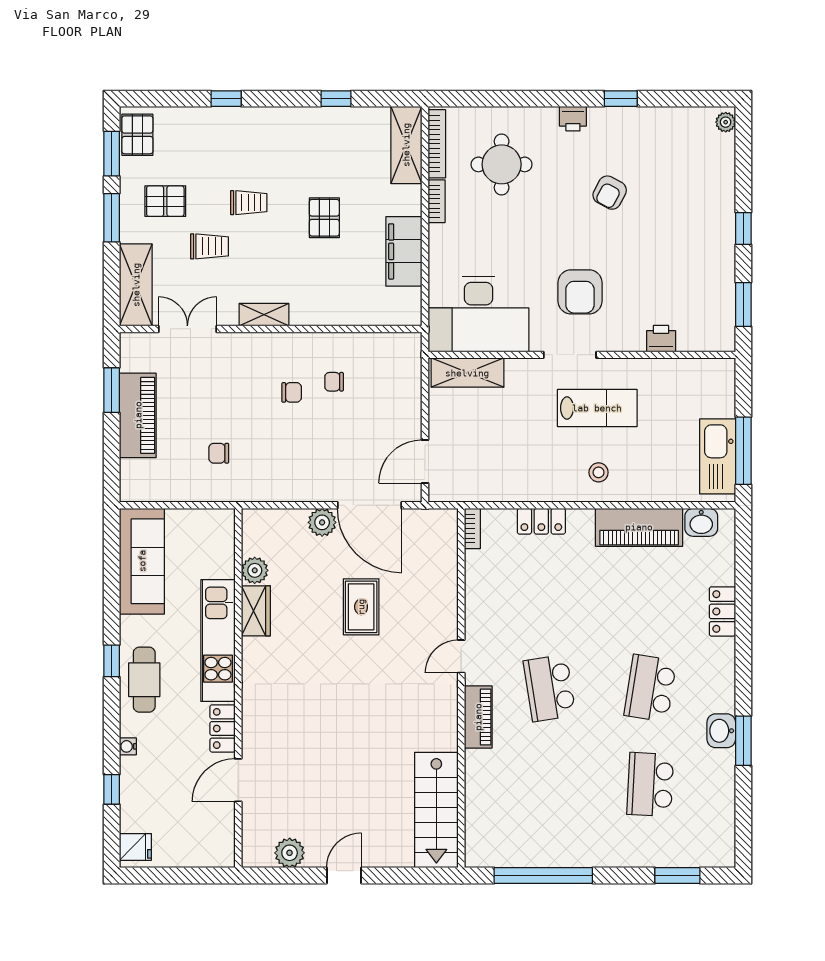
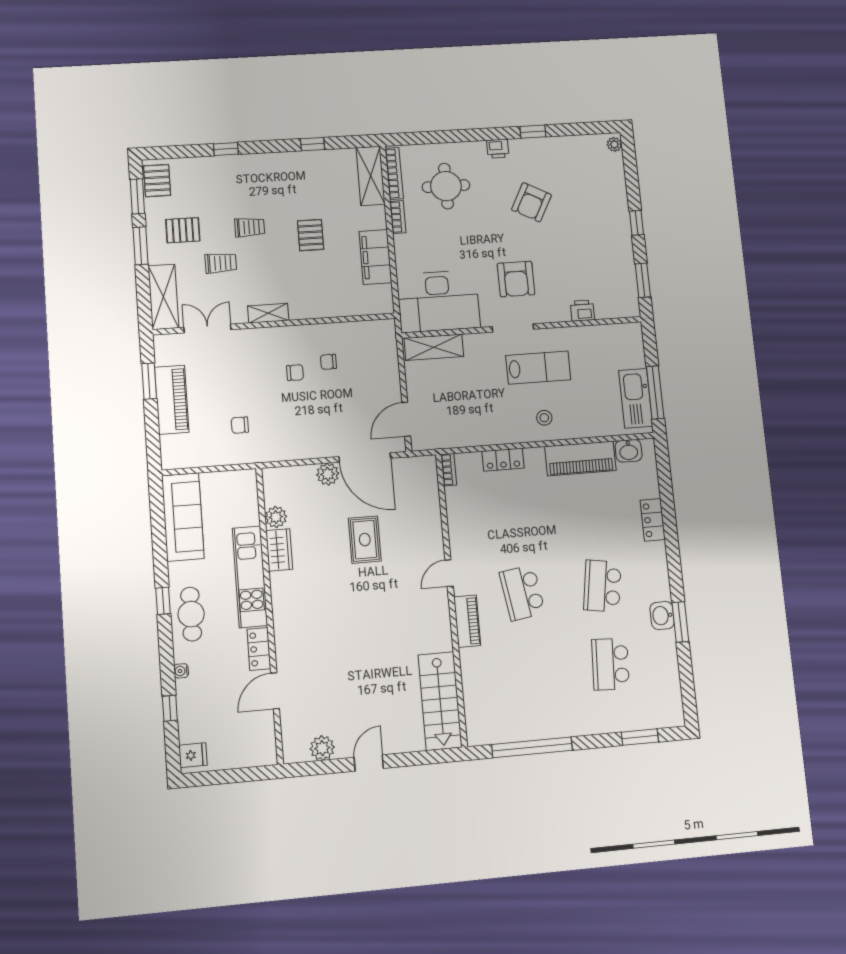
armchair: (610, 193) -> (531, 202), width x1.38, depth x1.38

